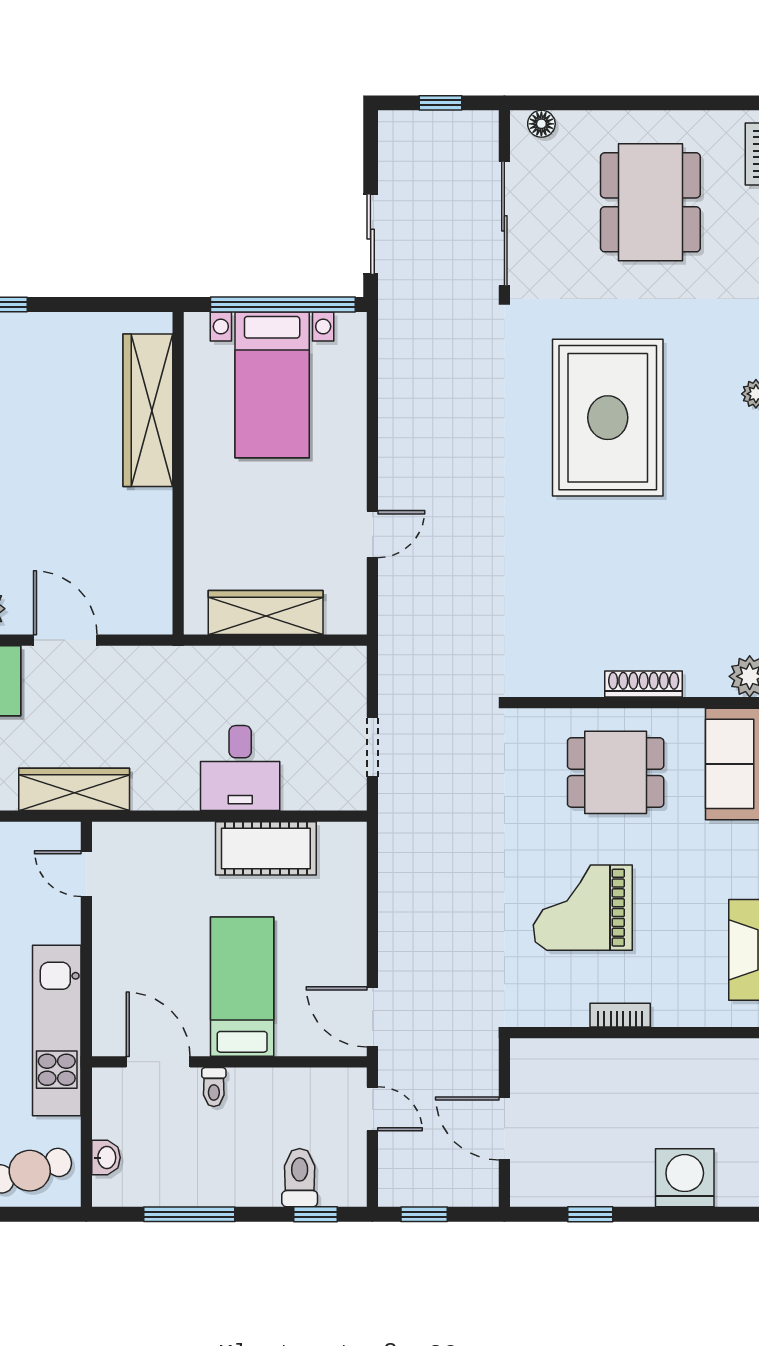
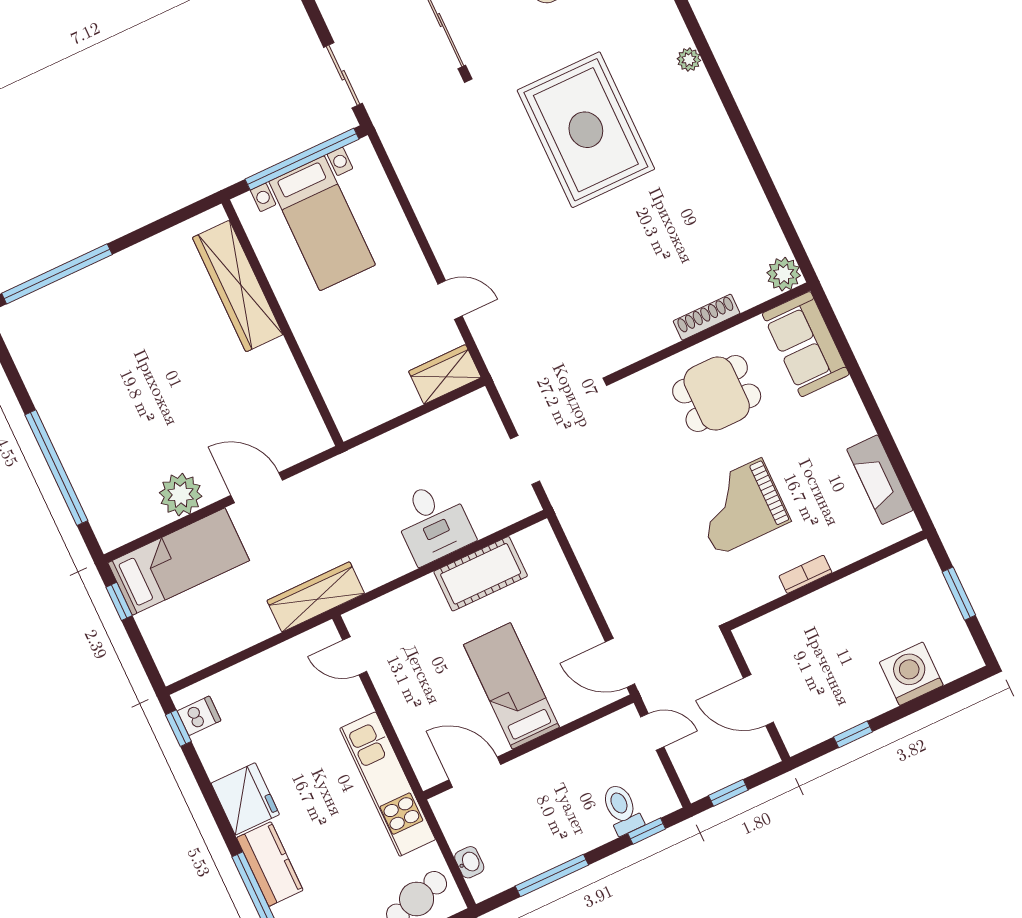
door: (372, 534) -> (450, 300), hinge flipped
wardrobe: (266, 613) -> (445, 374), moved, width x0.67
toilet: (214, 1087) -> (525, 771), removed

